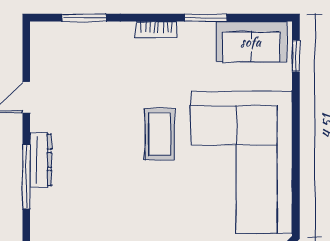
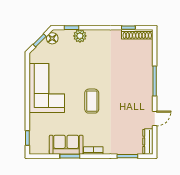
sofa: (251, 42) -> (66, 145), moved
dresser: (41, 160) -> (148, 141), moved
corner sofa: (241, 162) -> (47, 88), width x0.73, depth x0.74

